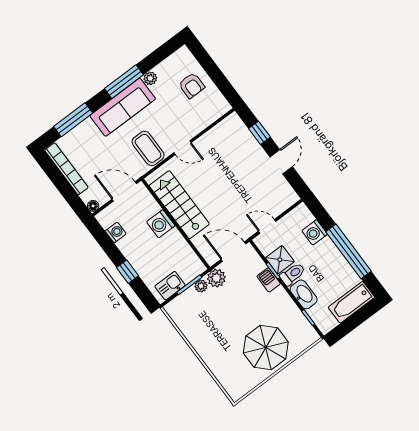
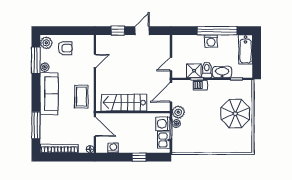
plant: (181, 58) -> (46, 43), added
window: (124, 82) -> (36, 60), moved
coffee table: (148, 148) -> (81, 97), turned 90
door: (183, 148) -> (95, 61), moved
door: (281, 162) -> (142, 31), hinge flipped
door: (124, 191) -> (95, 127), swing flipped
washing machine: (161, 224) -> (163, 124), moved, turned 90
washing machine: (315, 232) -> (211, 41), moved

